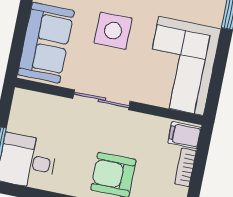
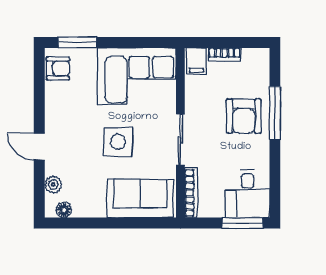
bookcase: (41, 100) -> (191, 193), added

